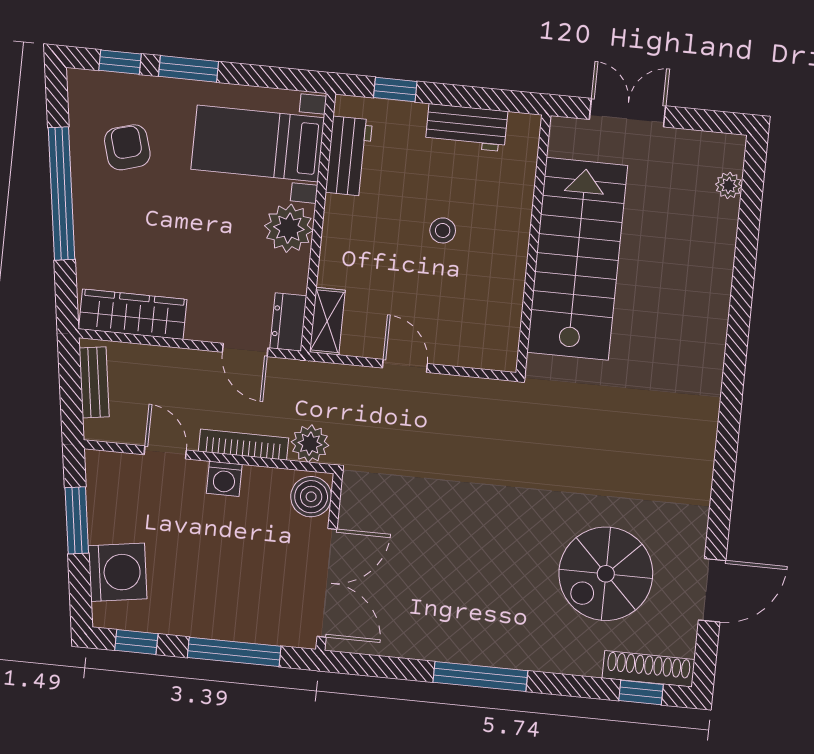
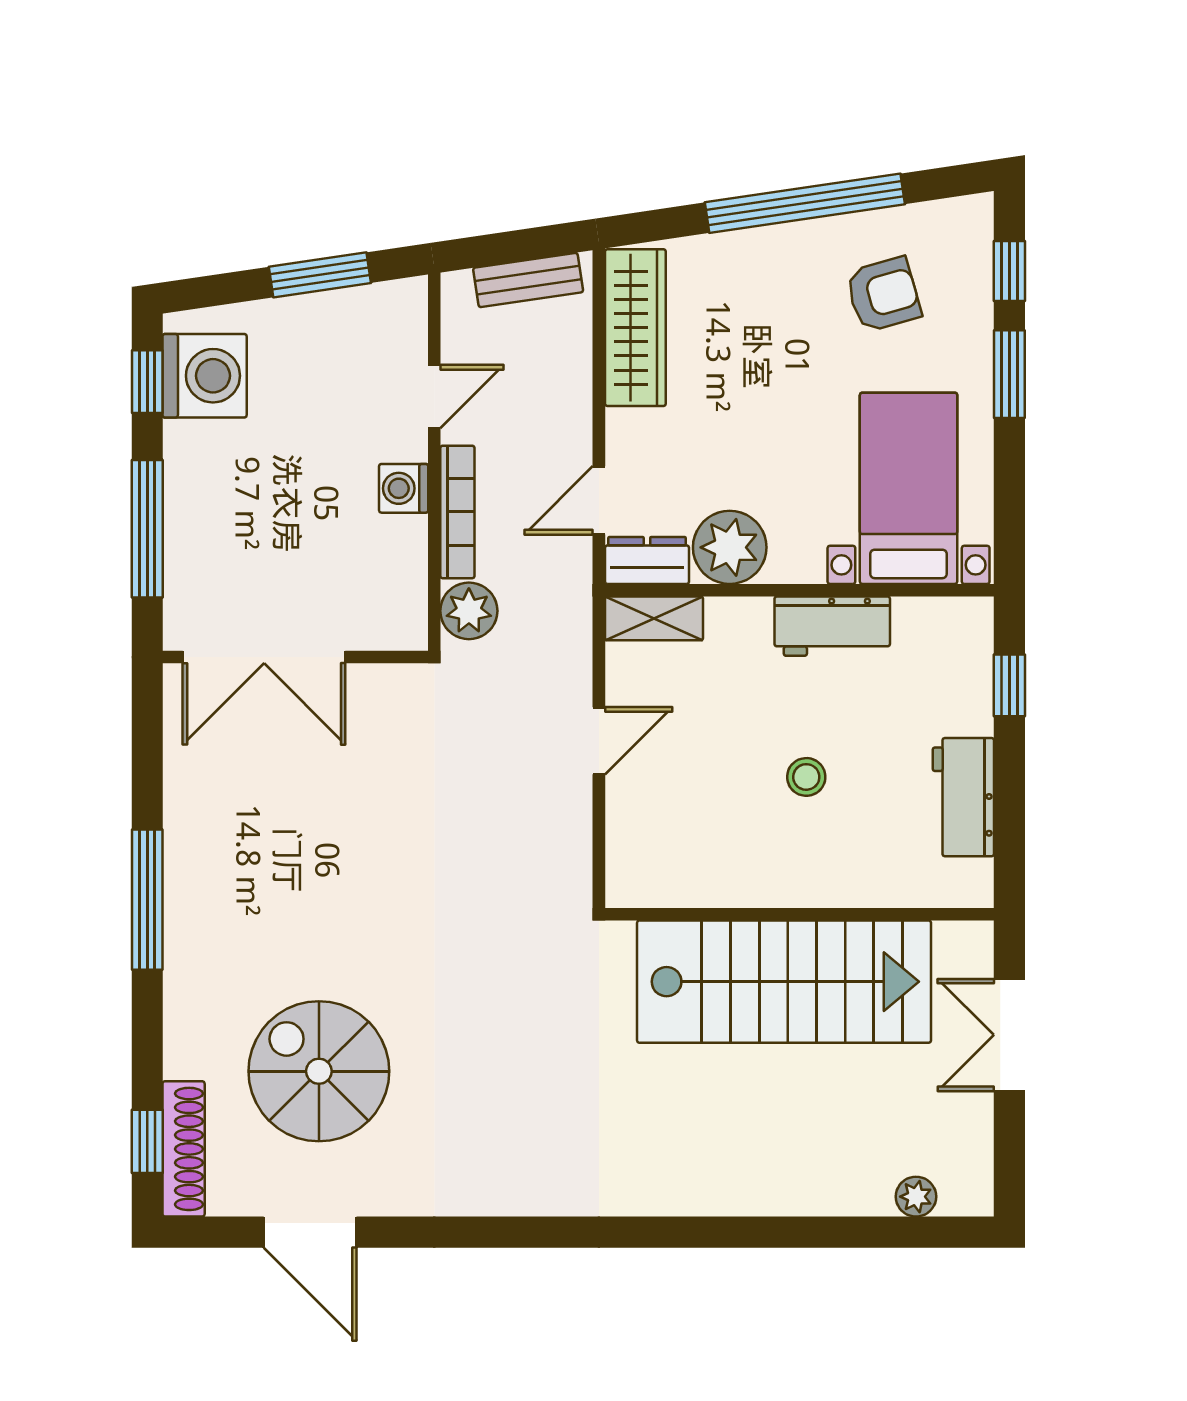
double door: (628, 113) -> (1009, 1035), swing flipped
workbench: (349, 156) -> (832, 626), moved
plant: (289, 228) -> (730, 547), moved
boiler: (311, 497) -> (390, 620), removed
washing machine: (118, 572) -> (205, 376), moved, turned -82

